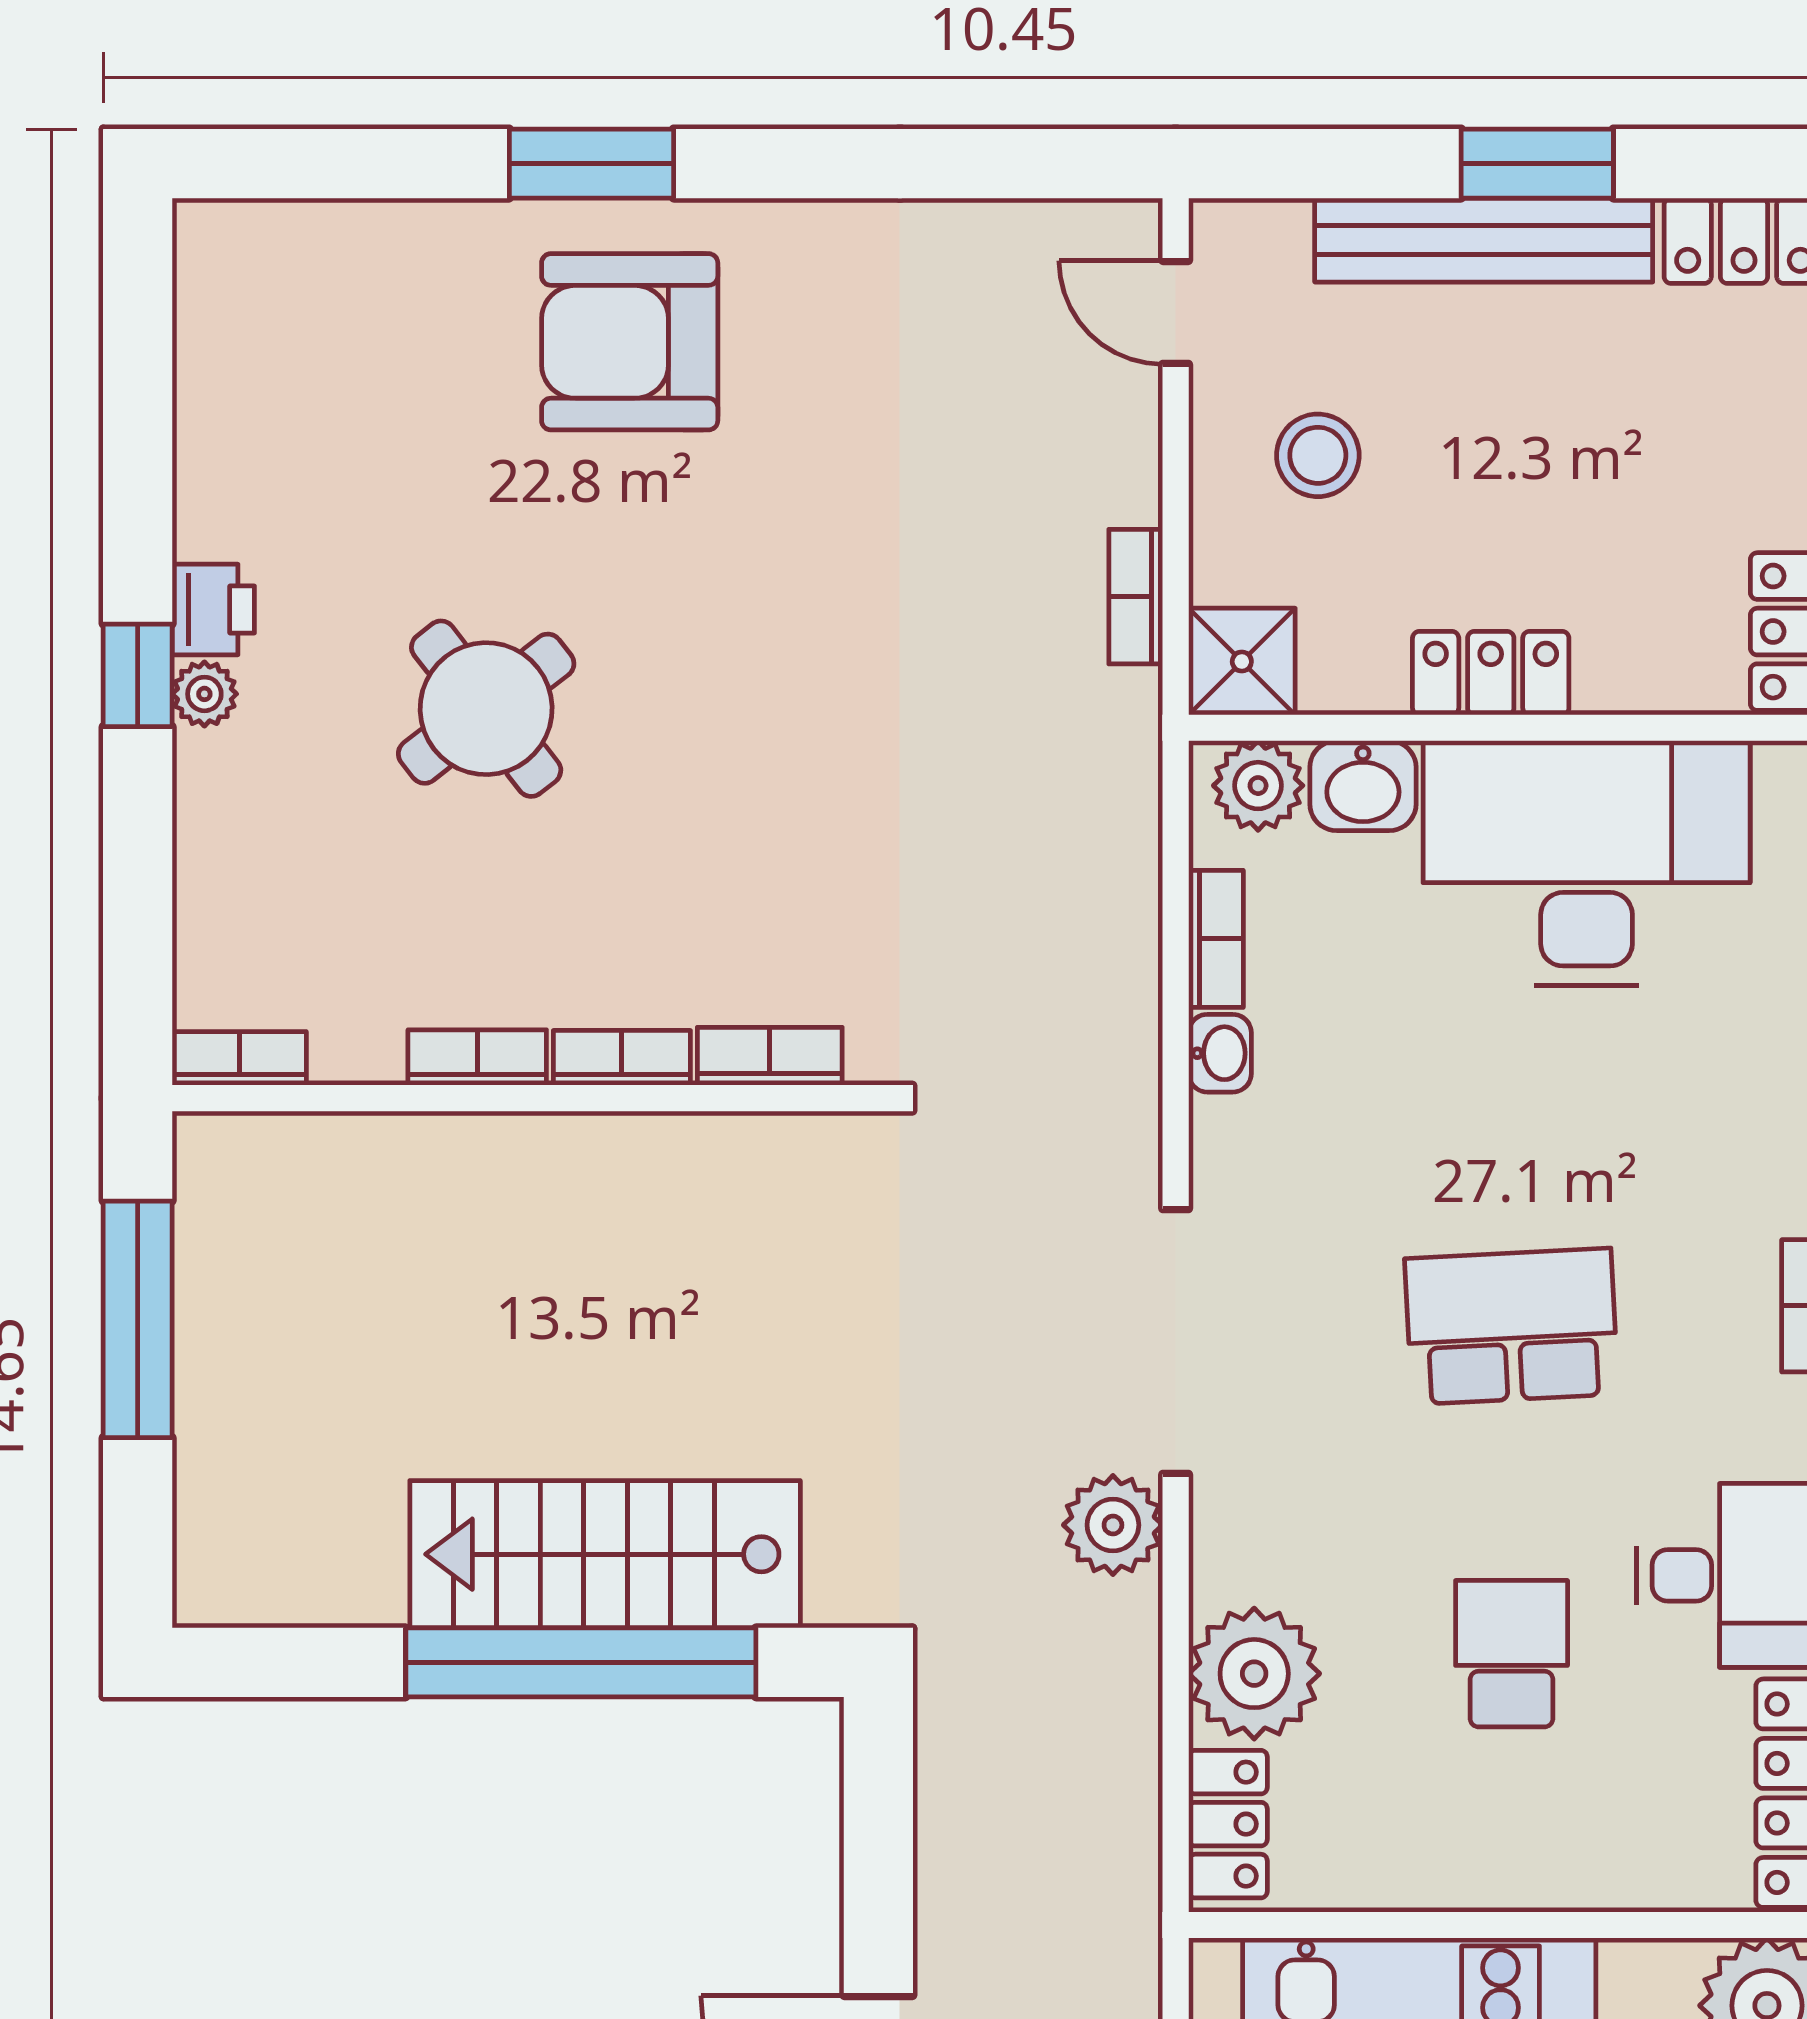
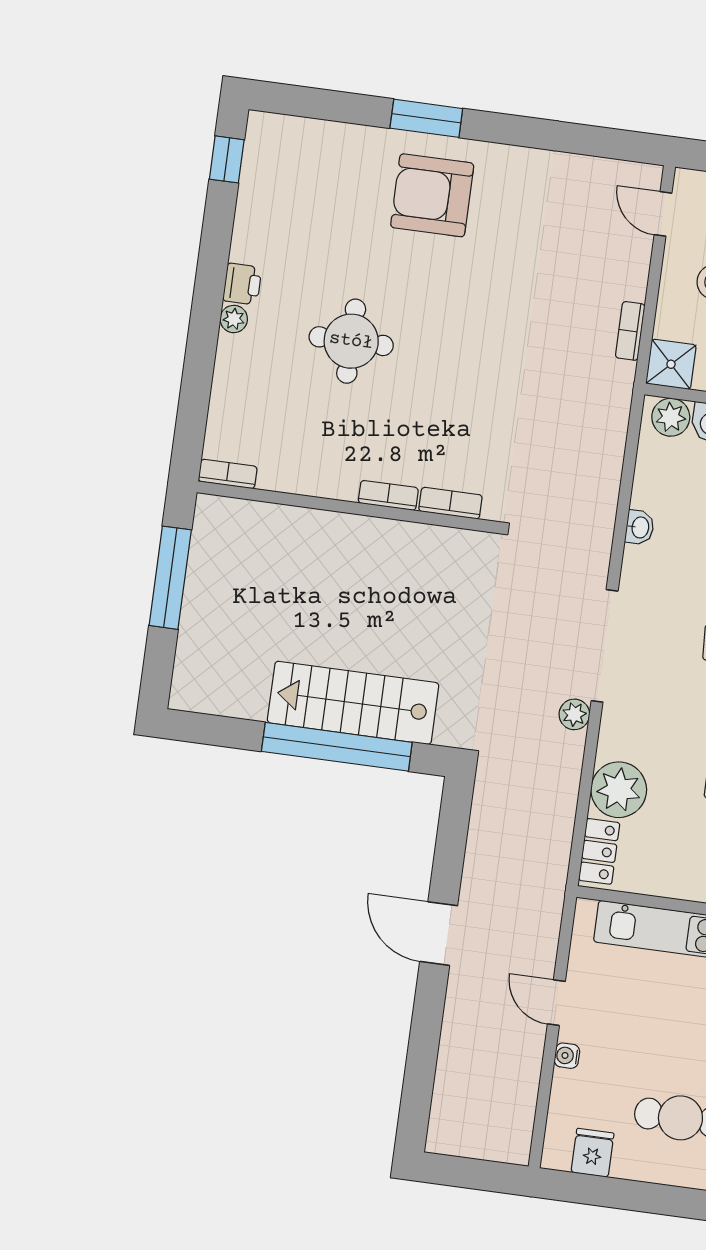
window: (138, 675) -> (227, 159), moved
round table: (486, 709) -> (351, 341), turned 38
bookcase: (1216, 939) -> (644, 479), removed
bookcase: (477, 1058) -> (328, 487), removed
plant: (1113, 1525) -> (574, 714), width x0.73, depth x0.73

